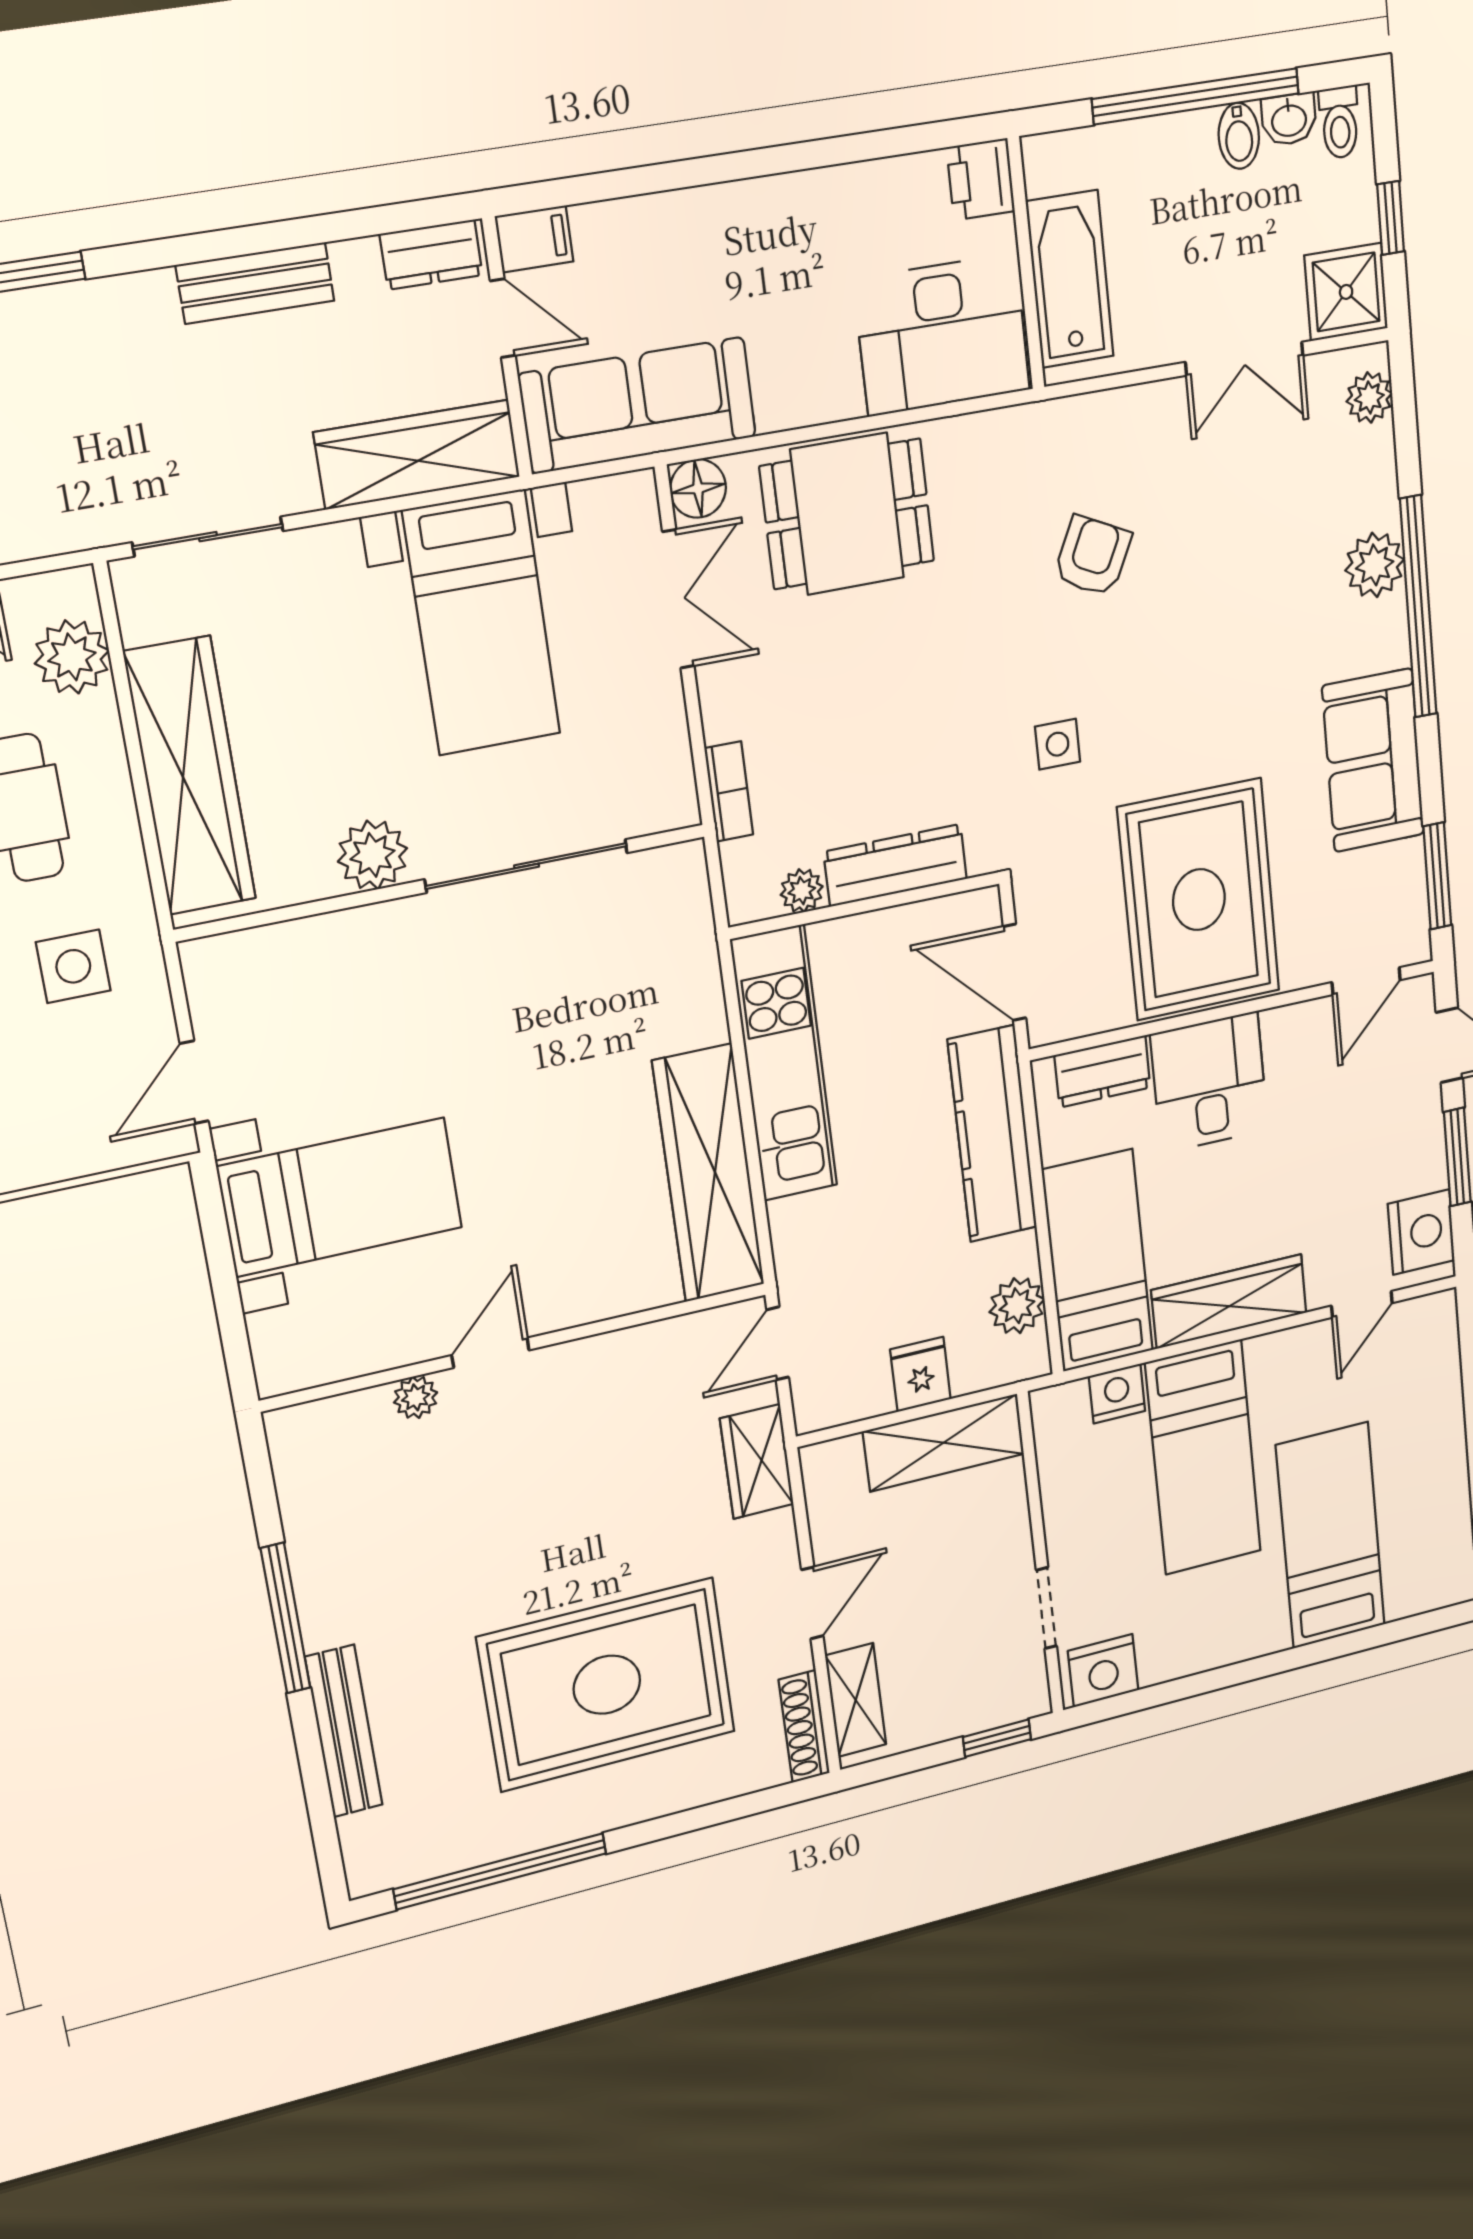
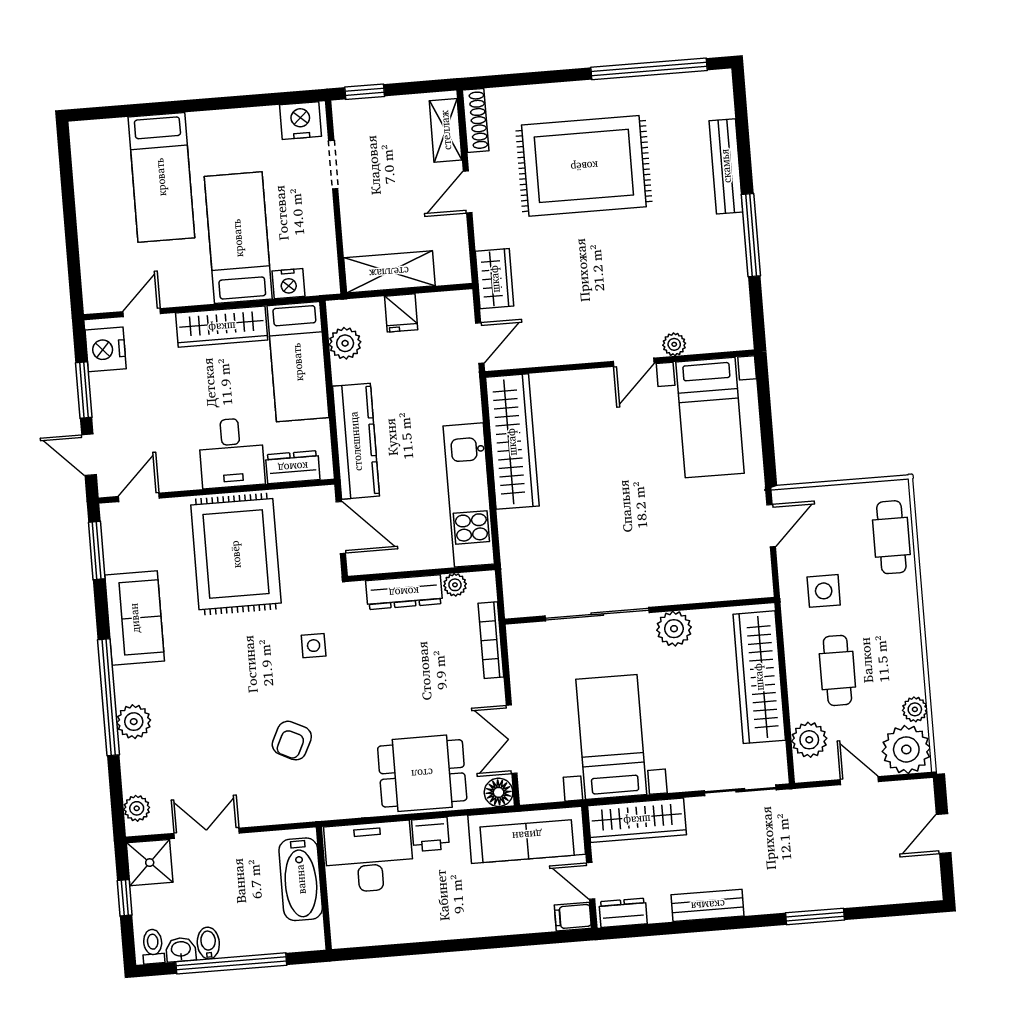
printer: (981, 179) -> (430, 834), moved, turned 90
bookcase: (729, 792) -> (491, 640), width x1.56
bed with nightstands: (340, 1197) -> (710, 418), moved, turned -90

